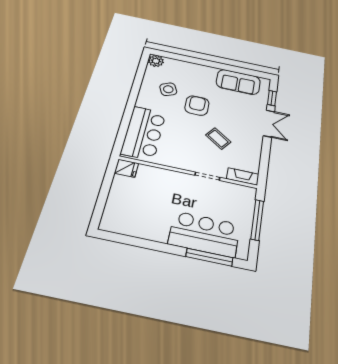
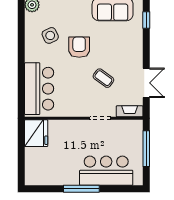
double door: (269, 123) -> (146, 83), moved
fridge: (126, 168) -> (36, 133), width x1.88, depth x1.34
window: (209, 257) -> (81, 189), moved

